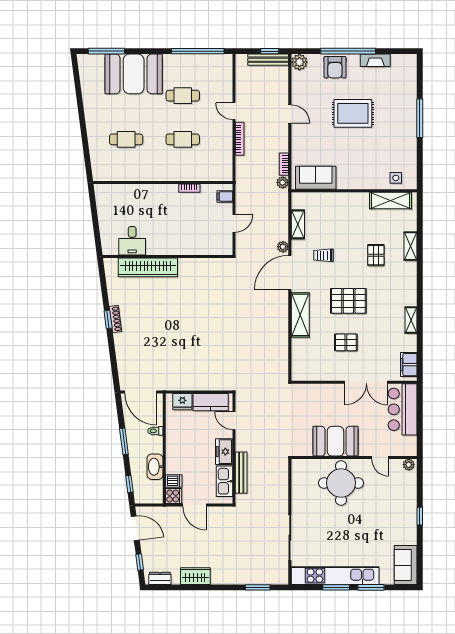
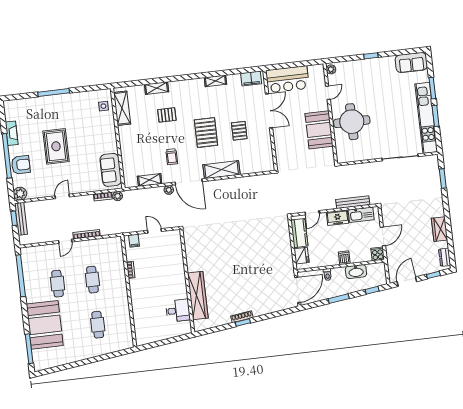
dishwasher: (174, 481) -> (344, 258), moved

